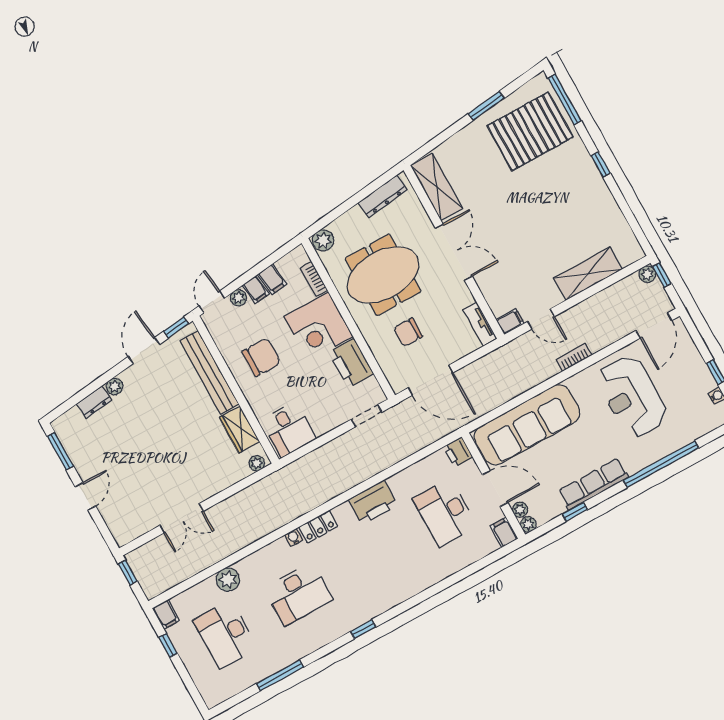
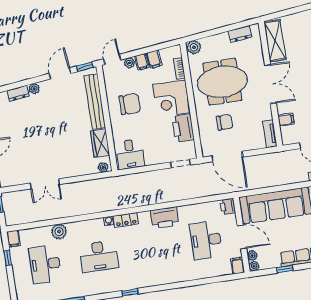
dresser: (383, 196) -> (240, 34), width x0.70
filing cabinet: (510, 322) -> (286, 120), moved
chair: (408, 332) -> (225, 122), turned 180

